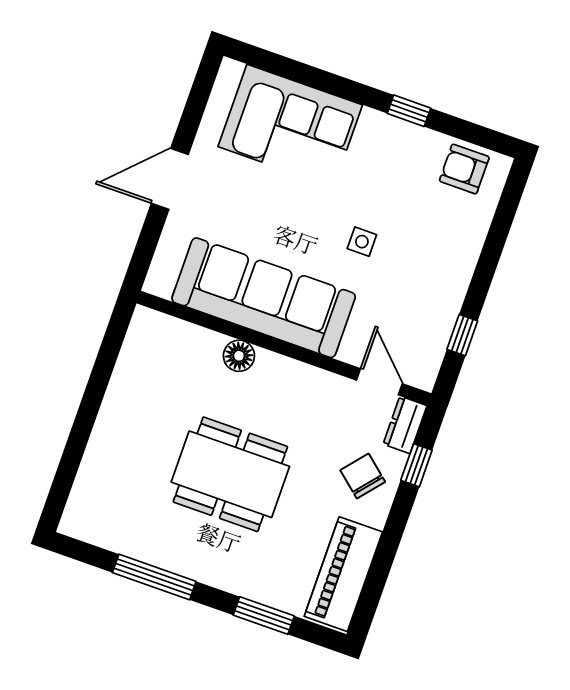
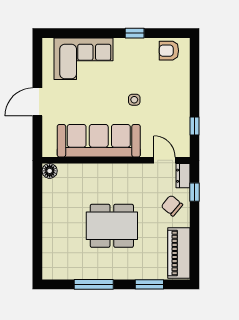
floor lamp: (239, 356) -> (50, 171), moved

